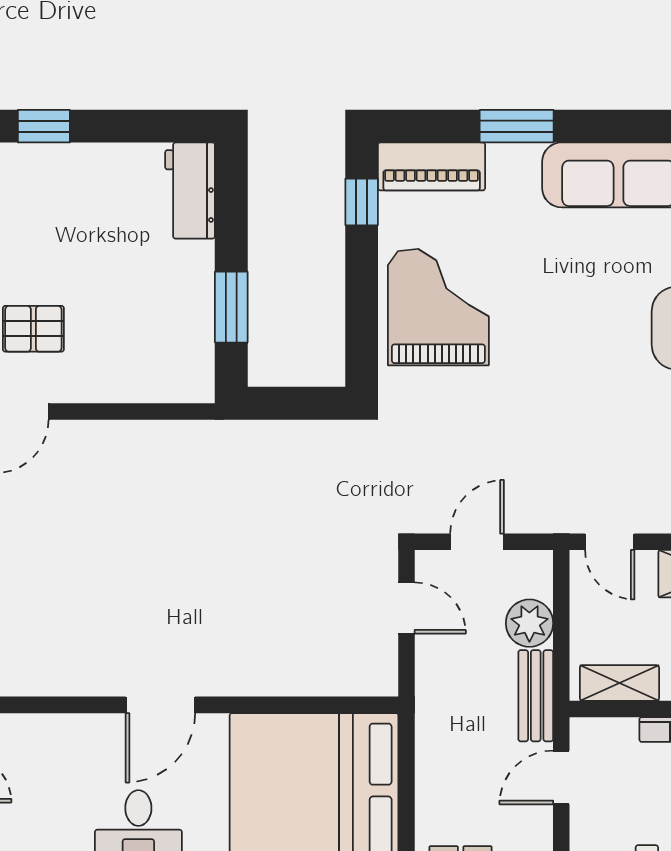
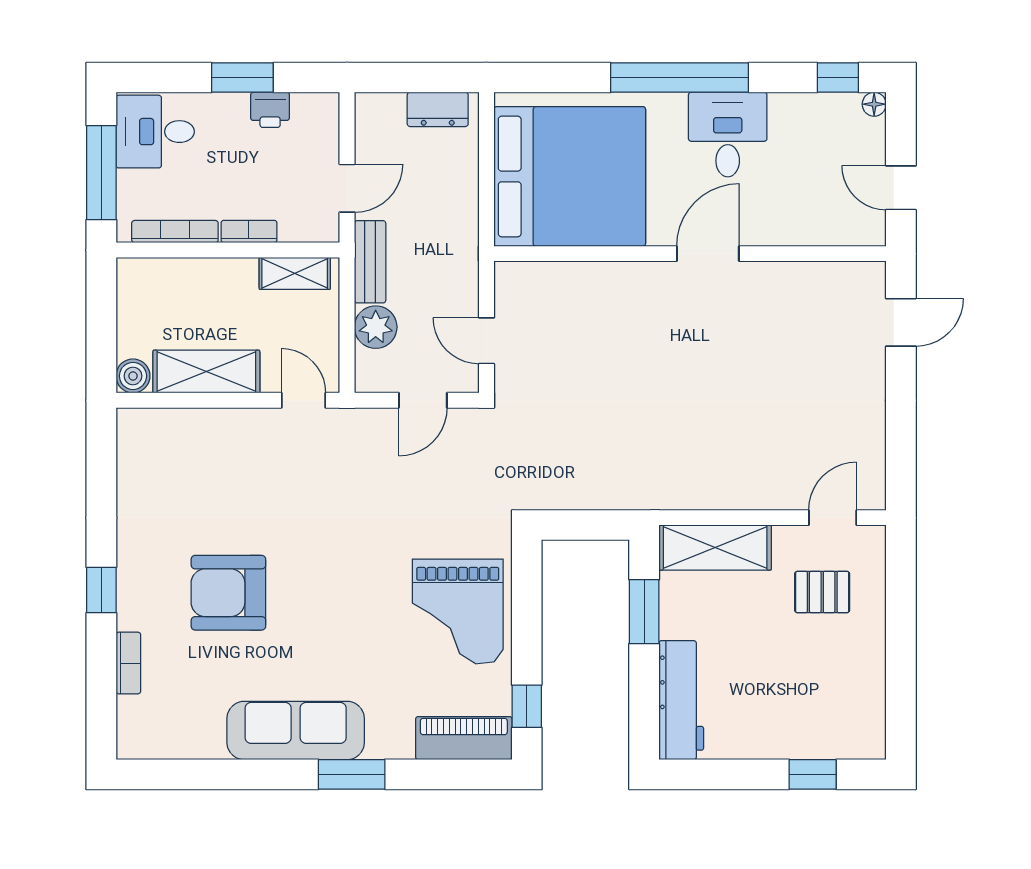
window: (517, 126) -> (352, 774), moved
workbench: (190, 191) -> (681, 700), width x1.38
shelving: (152, 378) -> (715, 548), added

